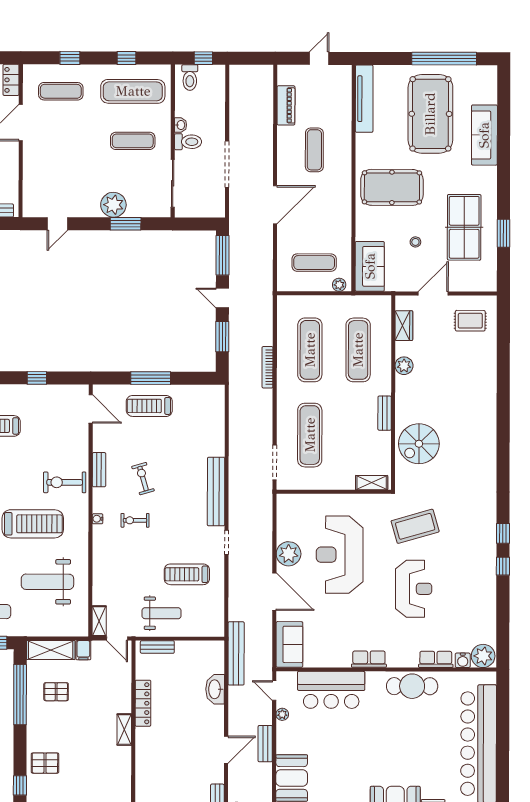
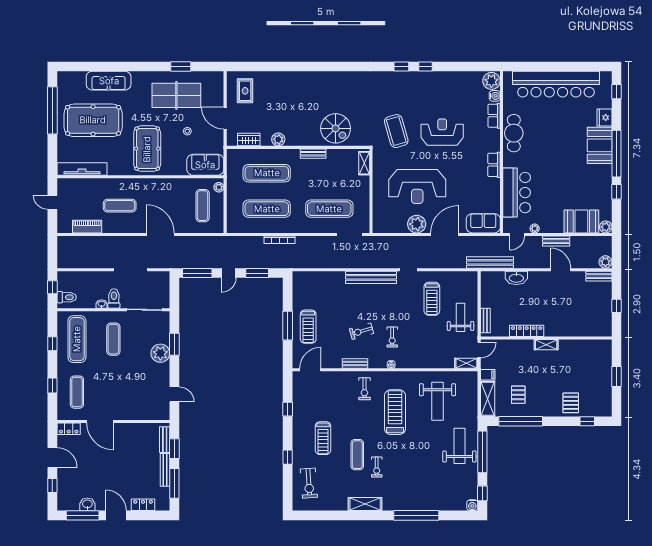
exercise bike: (65, 482) -> (364, 389), width x0.73, depth x0.72

